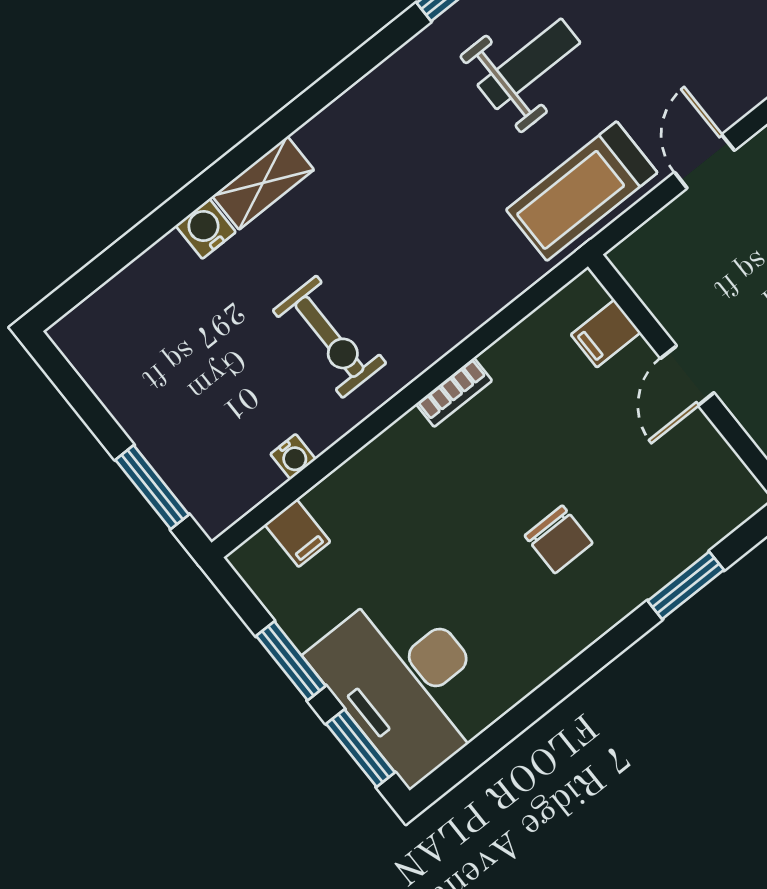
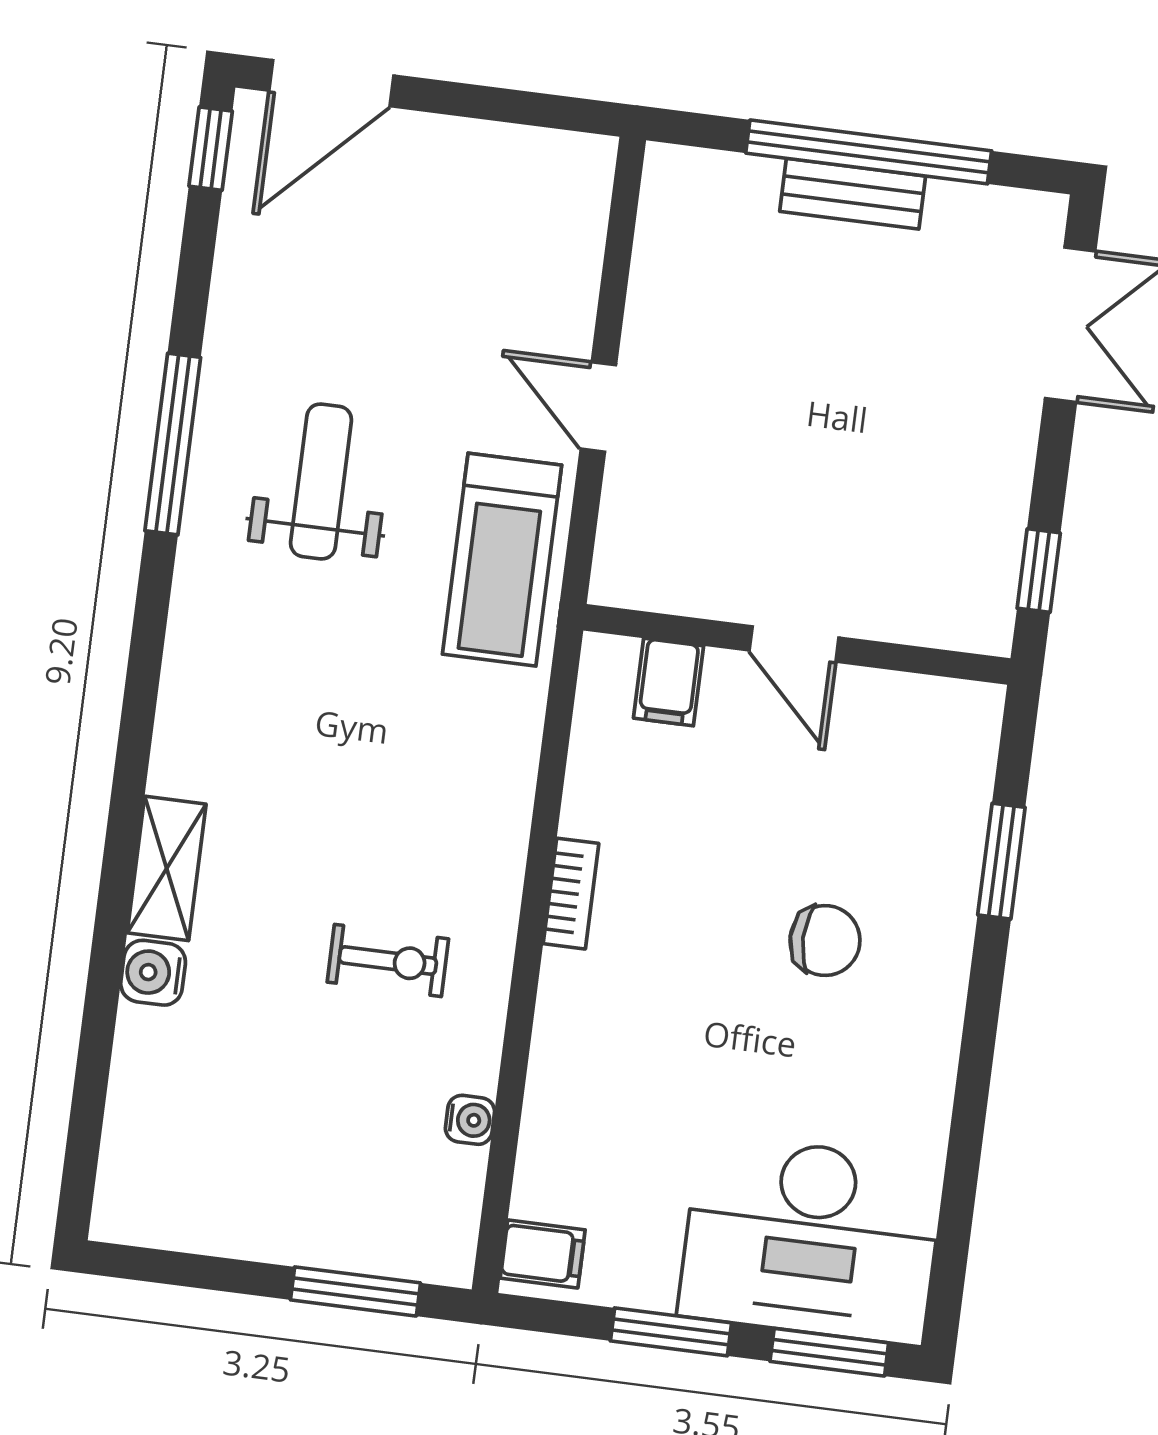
exercise bike: (329, 337) -> (388, 960), width x0.73, depth x0.72
filing cabinet: (297, 533) -> (543, 1254), moved

